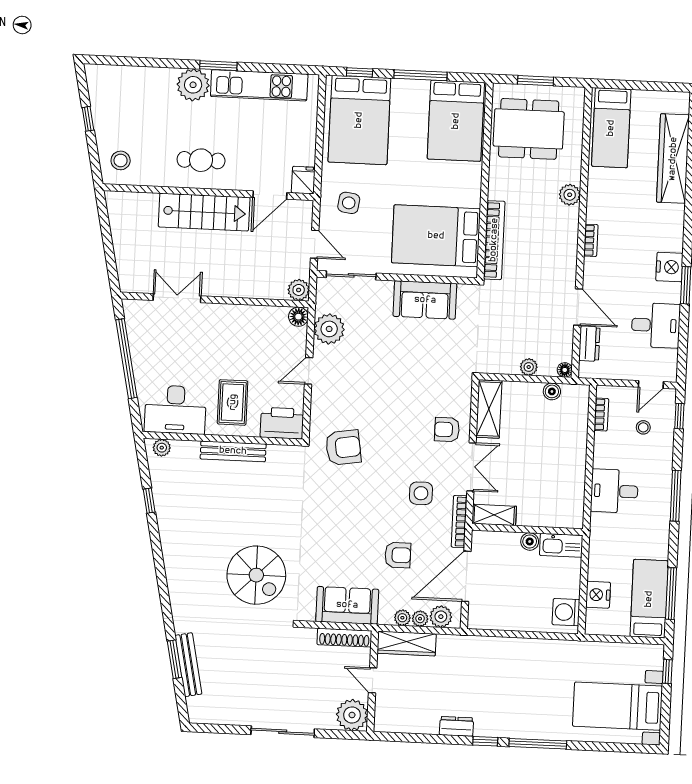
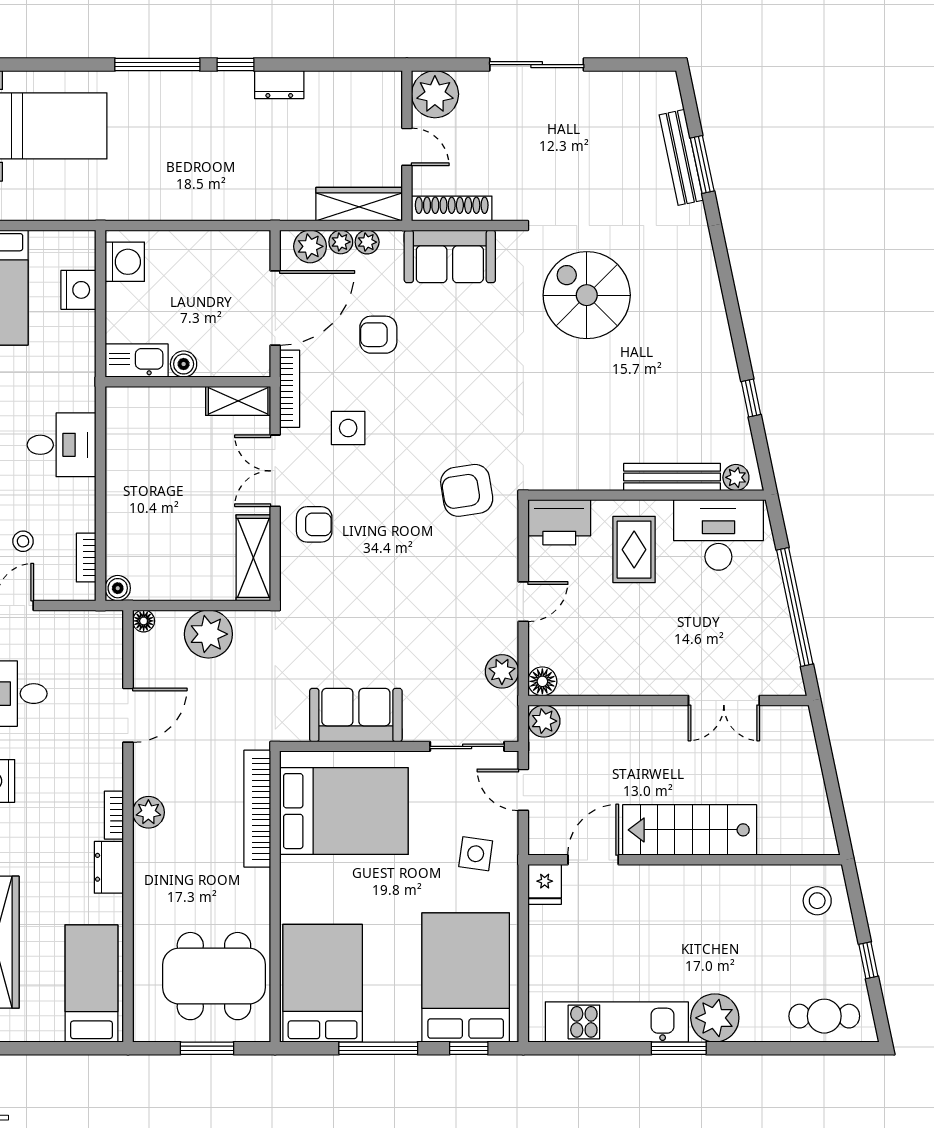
cafe table: (201, 160) -> (824, 1016), moved
plant: (570, 195) -> (148, 812), moved
door: (578, 307) -> (128, 715), swing flipped
plant: (329, 329) -> (502, 671), width x0.73, depth x0.73
dresser: (589, 344) -> (109, 867), moved
plant: (529, 367) -> (208, 634), width x1.87, depth x1.87
boiler: (552, 391) -> (118, 588), moved
bench: (233, 451) -> (672, 477), moved

